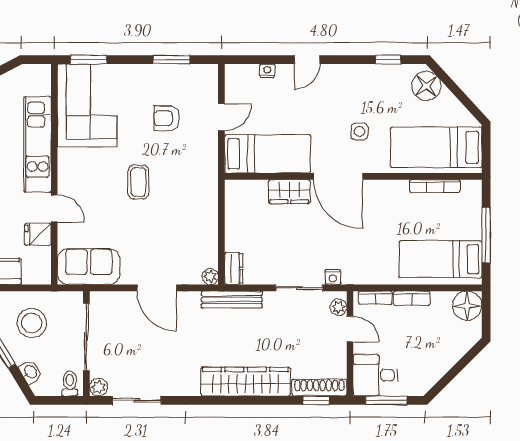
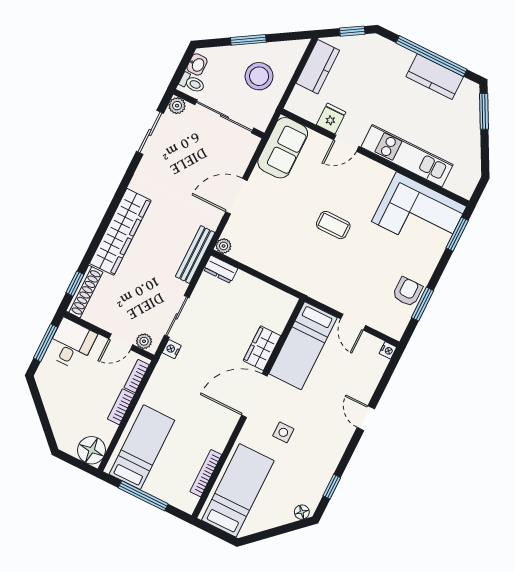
nightstand: (267, 71) -> (388, 350), moved
floor lamp: (426, 86) -> (302, 512), width x0.53, depth x0.53
armchair: (167, 118) -> (407, 292), moved
washbasin: (30, 372) -> (197, 64), moved, turned -59

